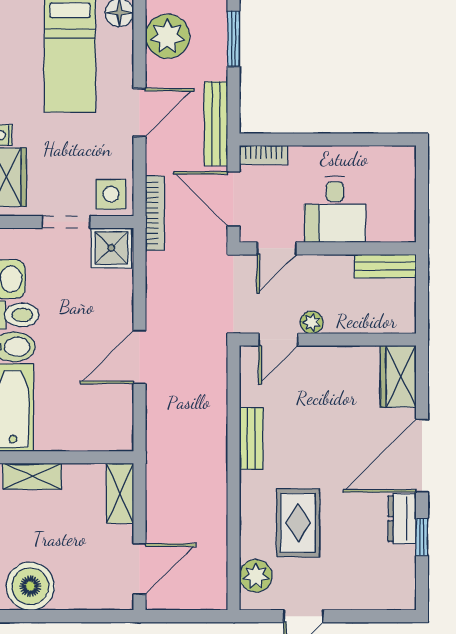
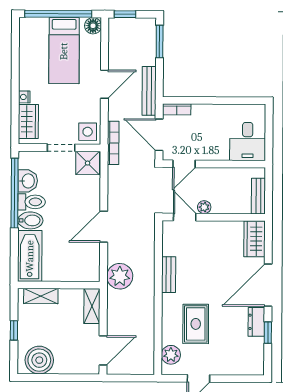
plant: (167, 36) -> (120, 276), moved
desk: (335, 210) -> (248, 142), moved
bench: (385, 266) -> (258, 196), moved, turned 90
door: (278, 340) -> (185, 217), swing flipped

